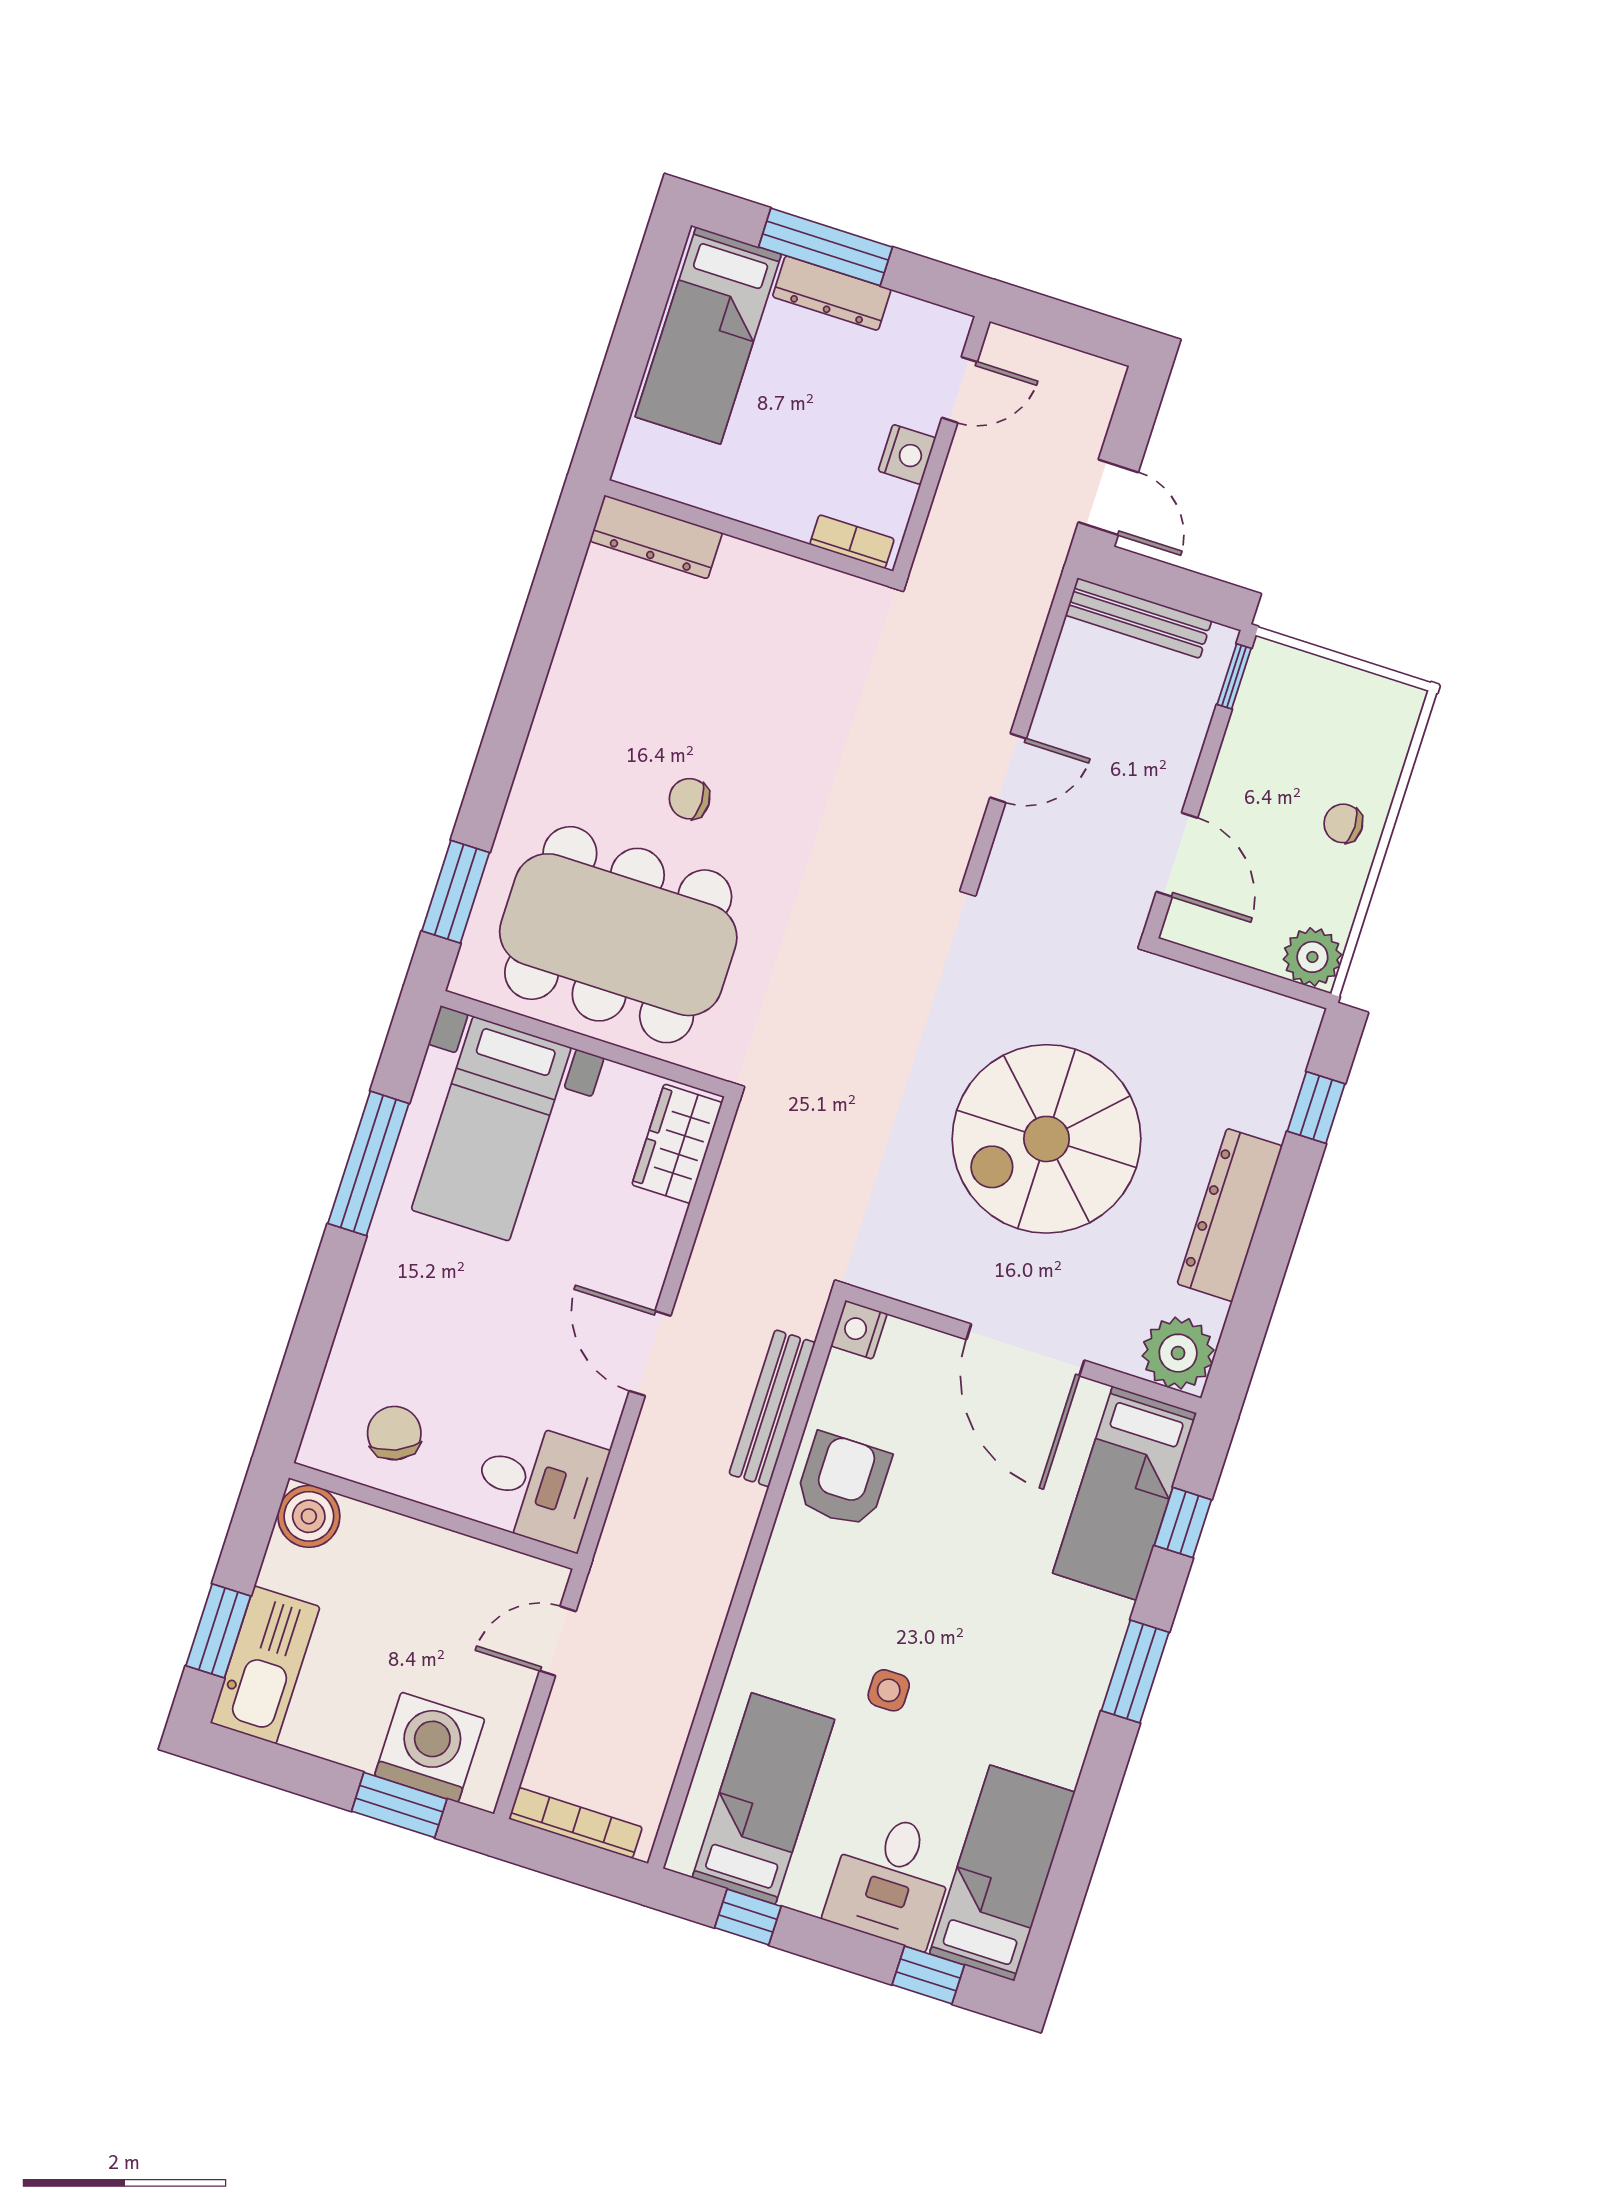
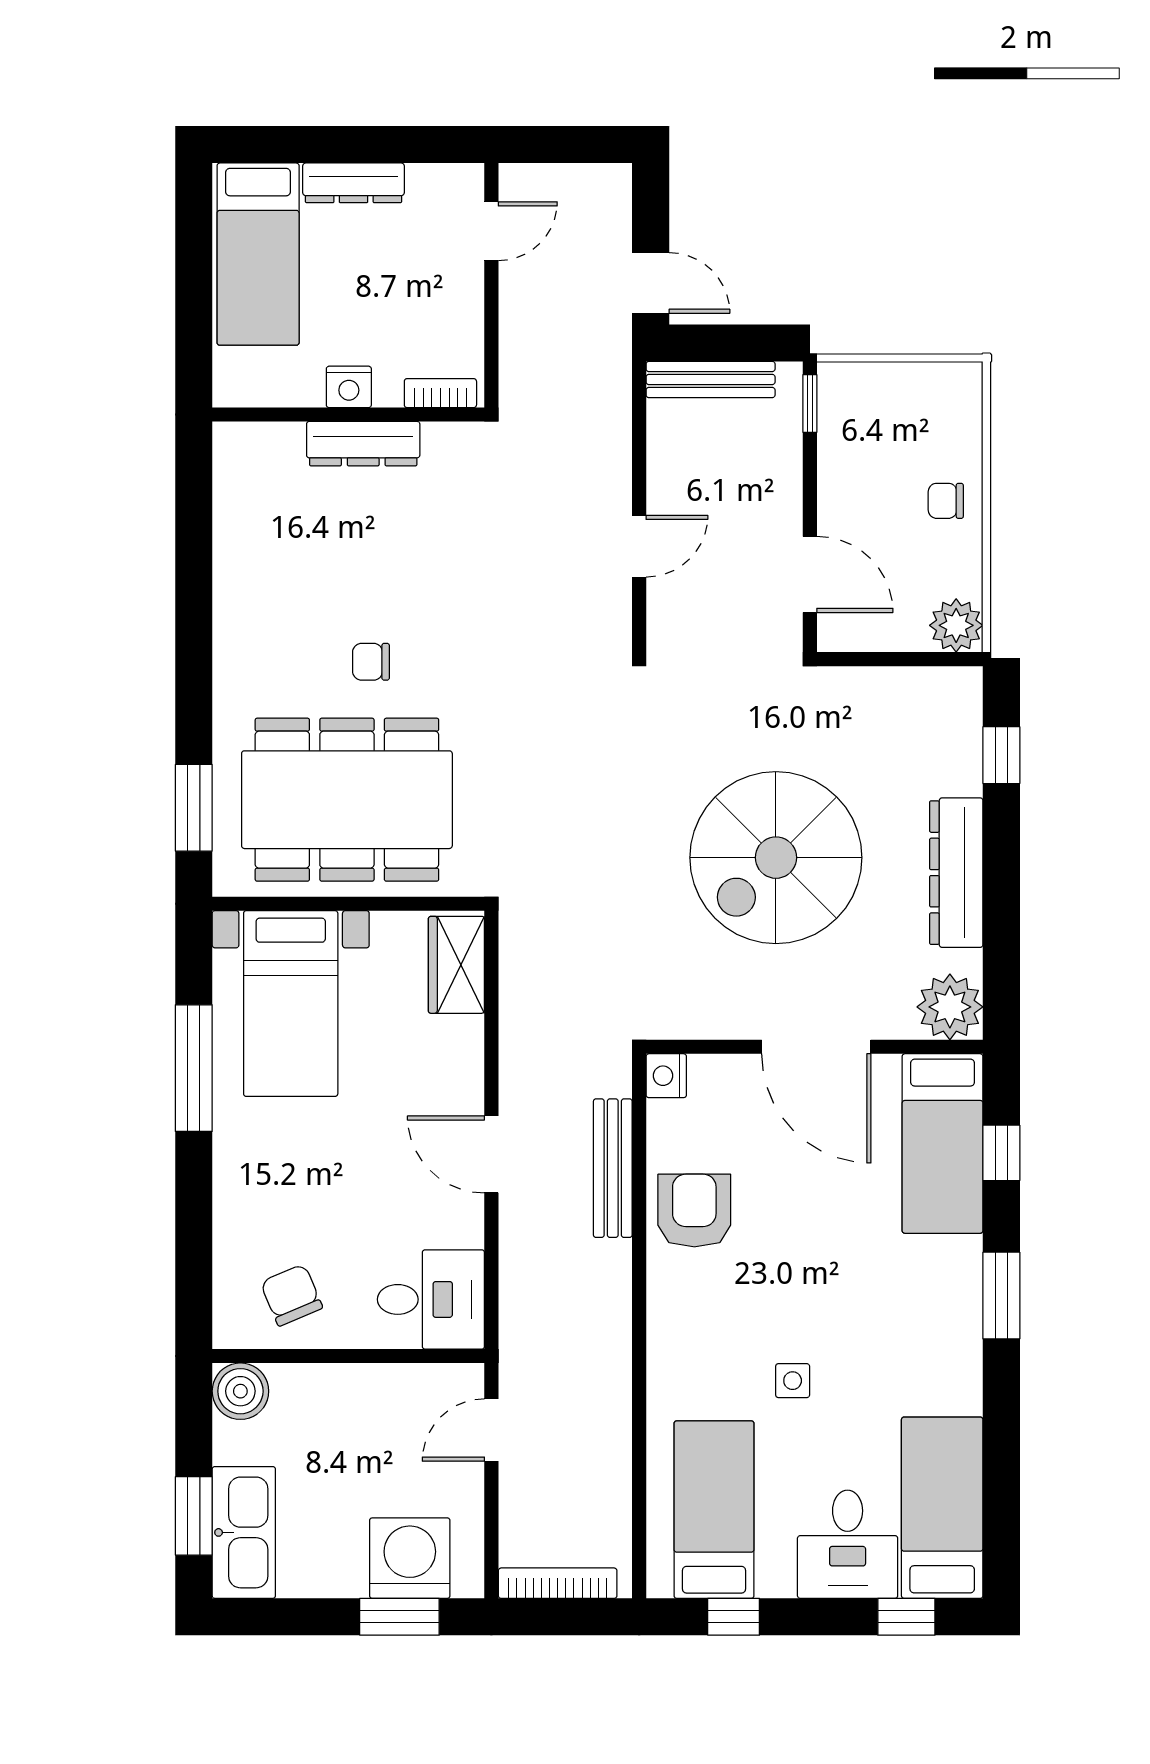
window: (826, 247) -> (335, 145), removed
nightstand: (907, 454) -> (349, 387), moved, turned 90
dresser: (656, 537) -> (363, 444), moved

